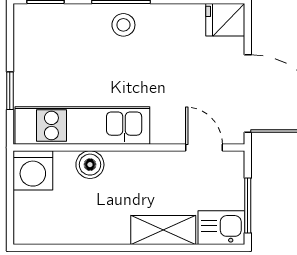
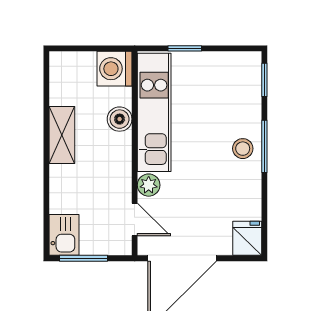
plant: (165, 132) -> (149, 185), added
door: (204, 148) -> (135, 220), hinge flipped
shelving: (163, 230) -> (62, 135), moved

